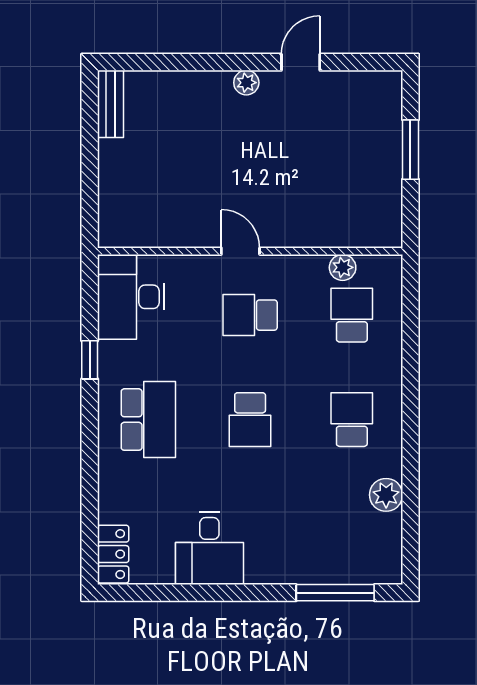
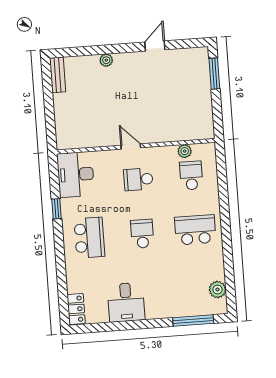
plant: (246, 83) -> (106, 60), moved
window: (410, 150) -> (214, 74), moved
school desk: (250, 420) -> (142, 234), turned 180
school desk: (352, 420) -> (195, 230), width x1.85
plant: (386, 495) -> (217, 290), moved

